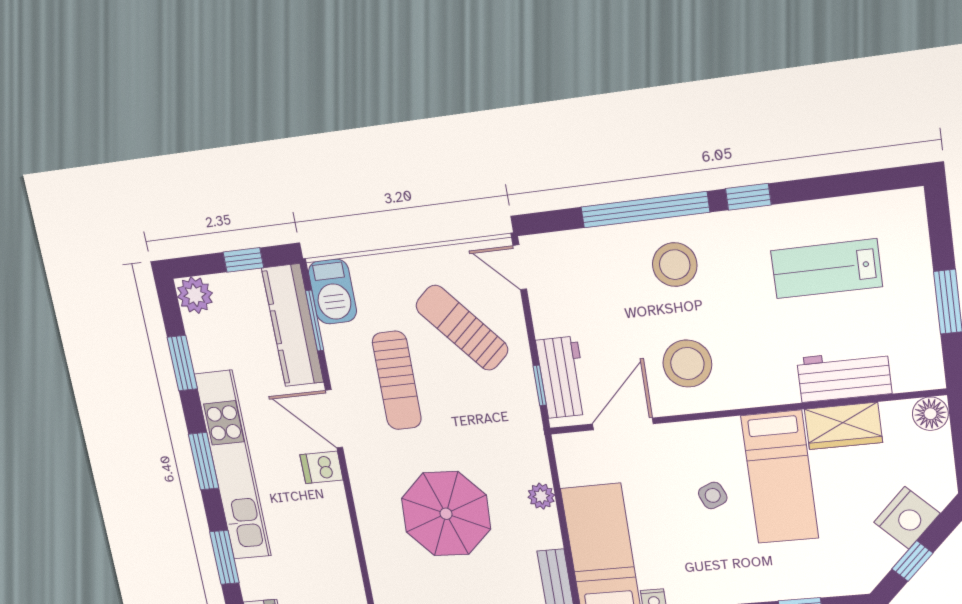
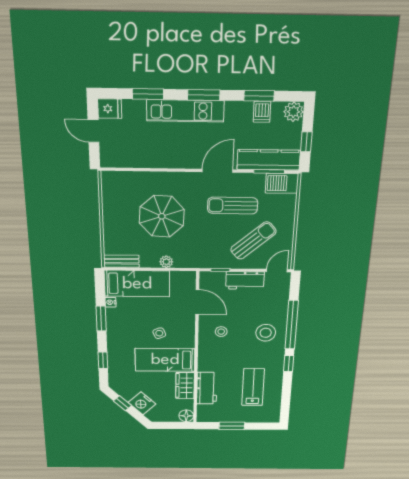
stool: (687, 364) -> (221, 332), width x0.53, depth x0.53
workbench: (562, 377) -> (245, 280), moved
kitchen unit: (233, 466) -> (185, 111), width x0.73
dishwasher: (321, 467) -> (262, 112), moved, turned 180

